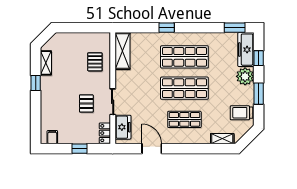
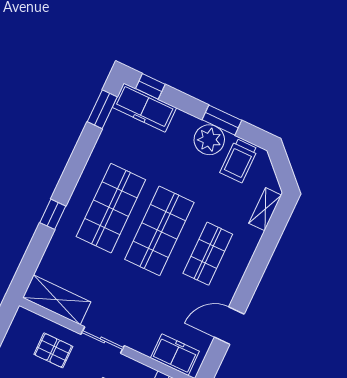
window: (259, 58) -> (150, 86), moved
plant: (245, 76) -> (209, 140), moved
sliding door: (113, 102) -> (103, 340), moved

